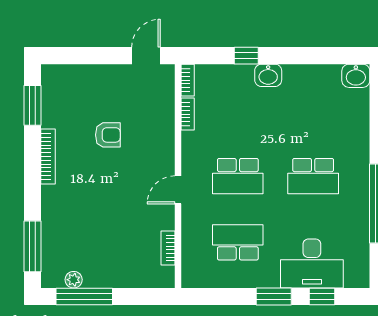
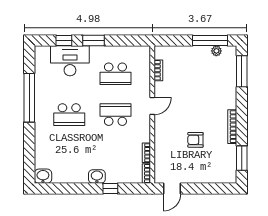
school desk: (313, 176) -> (69, 115), turned 180

